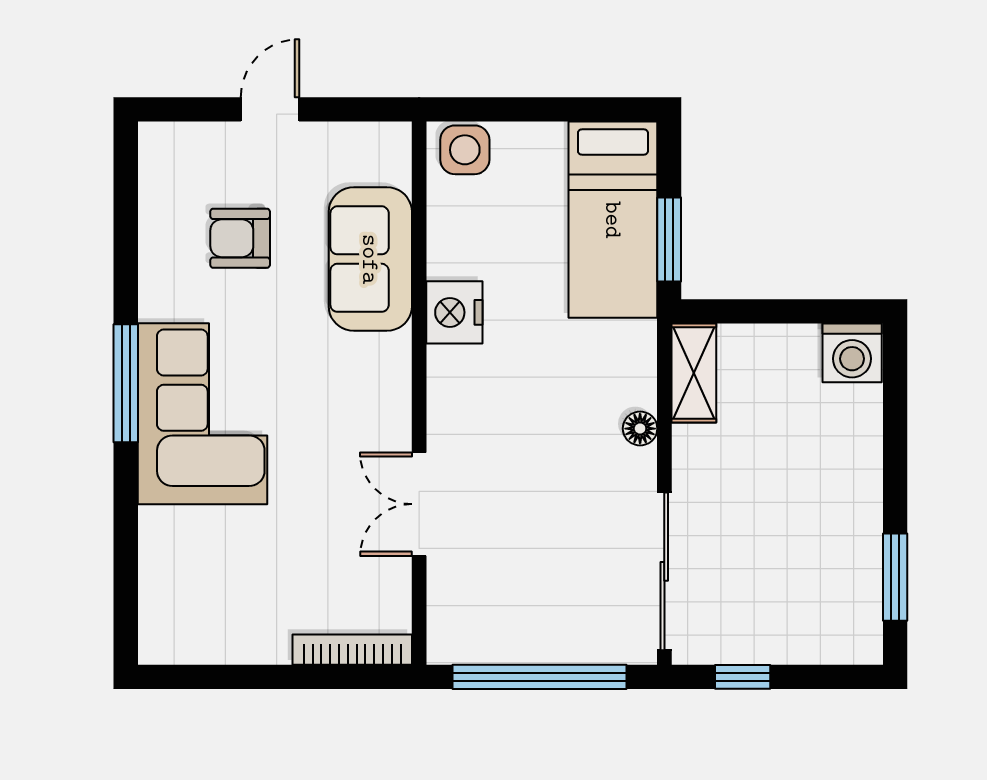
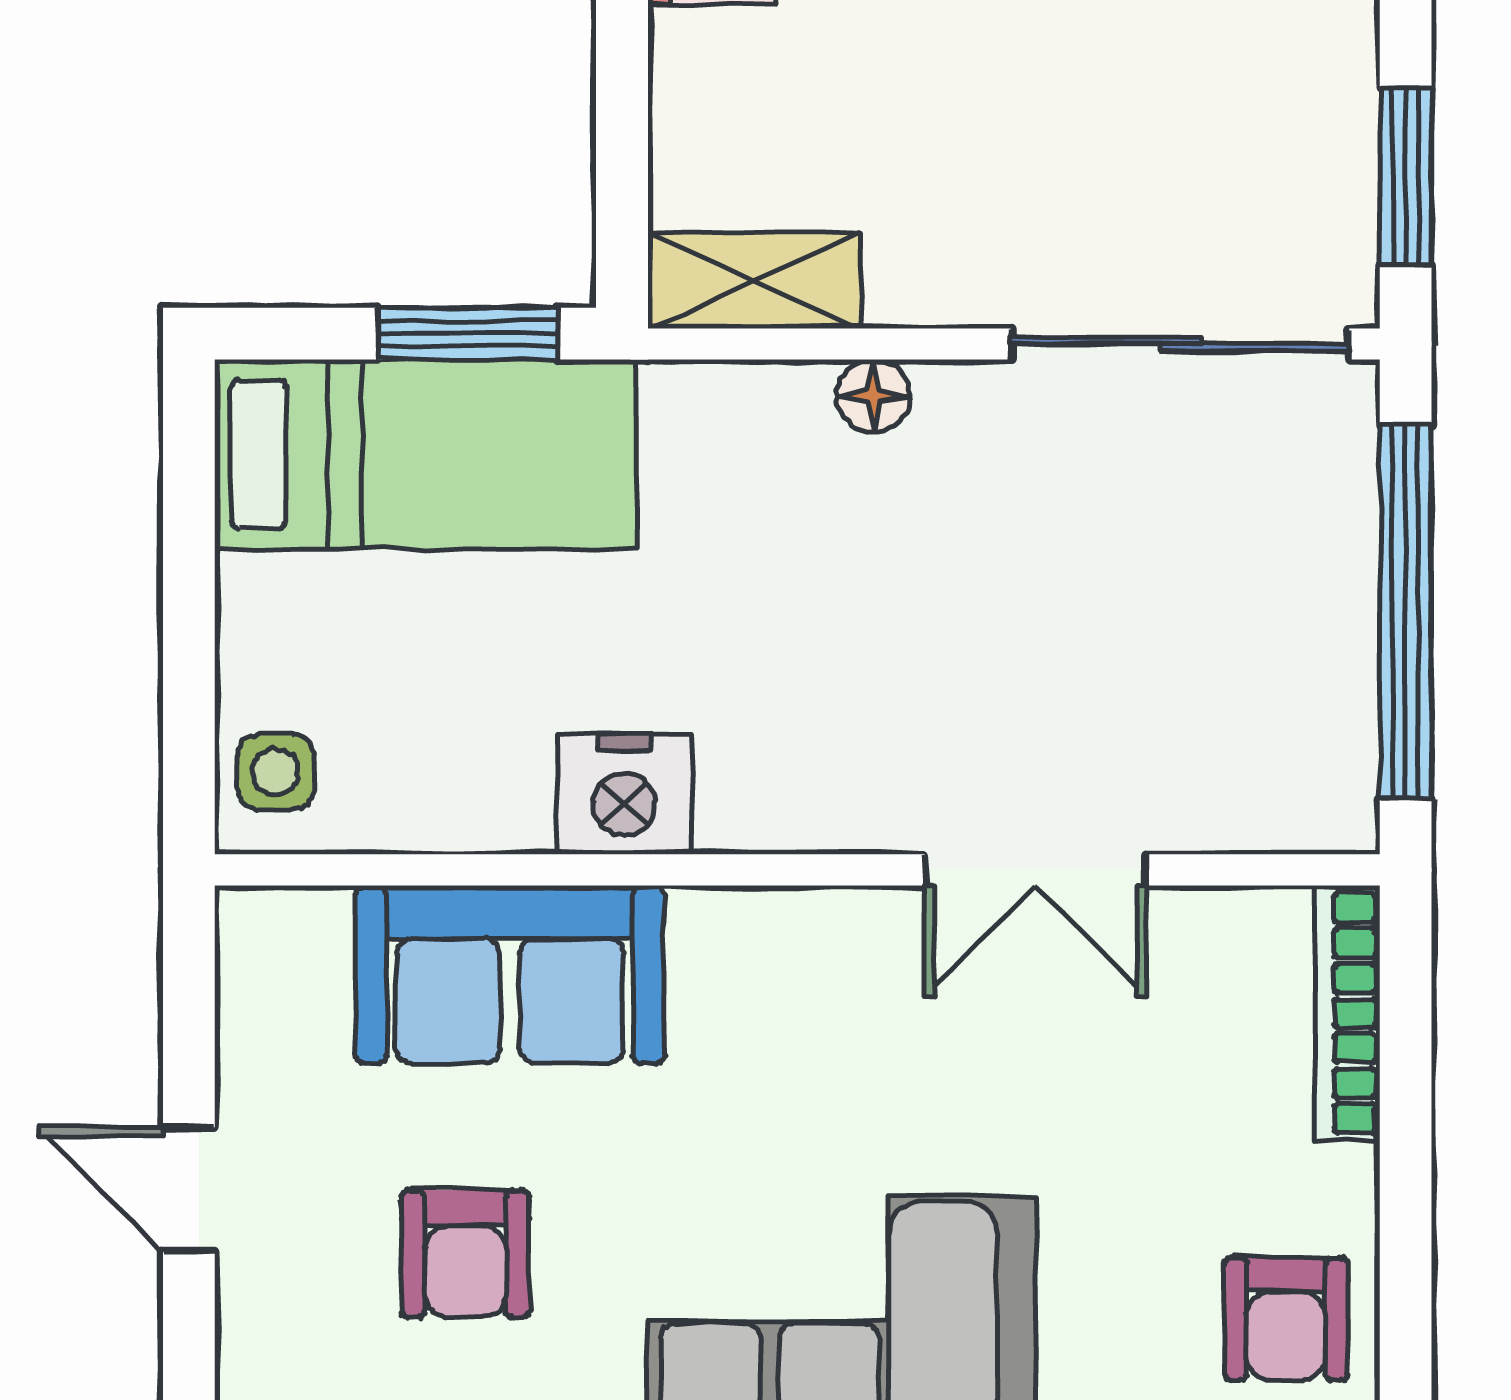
side table: (465, 150) -> (276, 772), width x0.73, depth x0.73
armchair: (210, 621) -> (1286, 1319), added
window: (743, 677) -> (1406, 176), width x1.50

